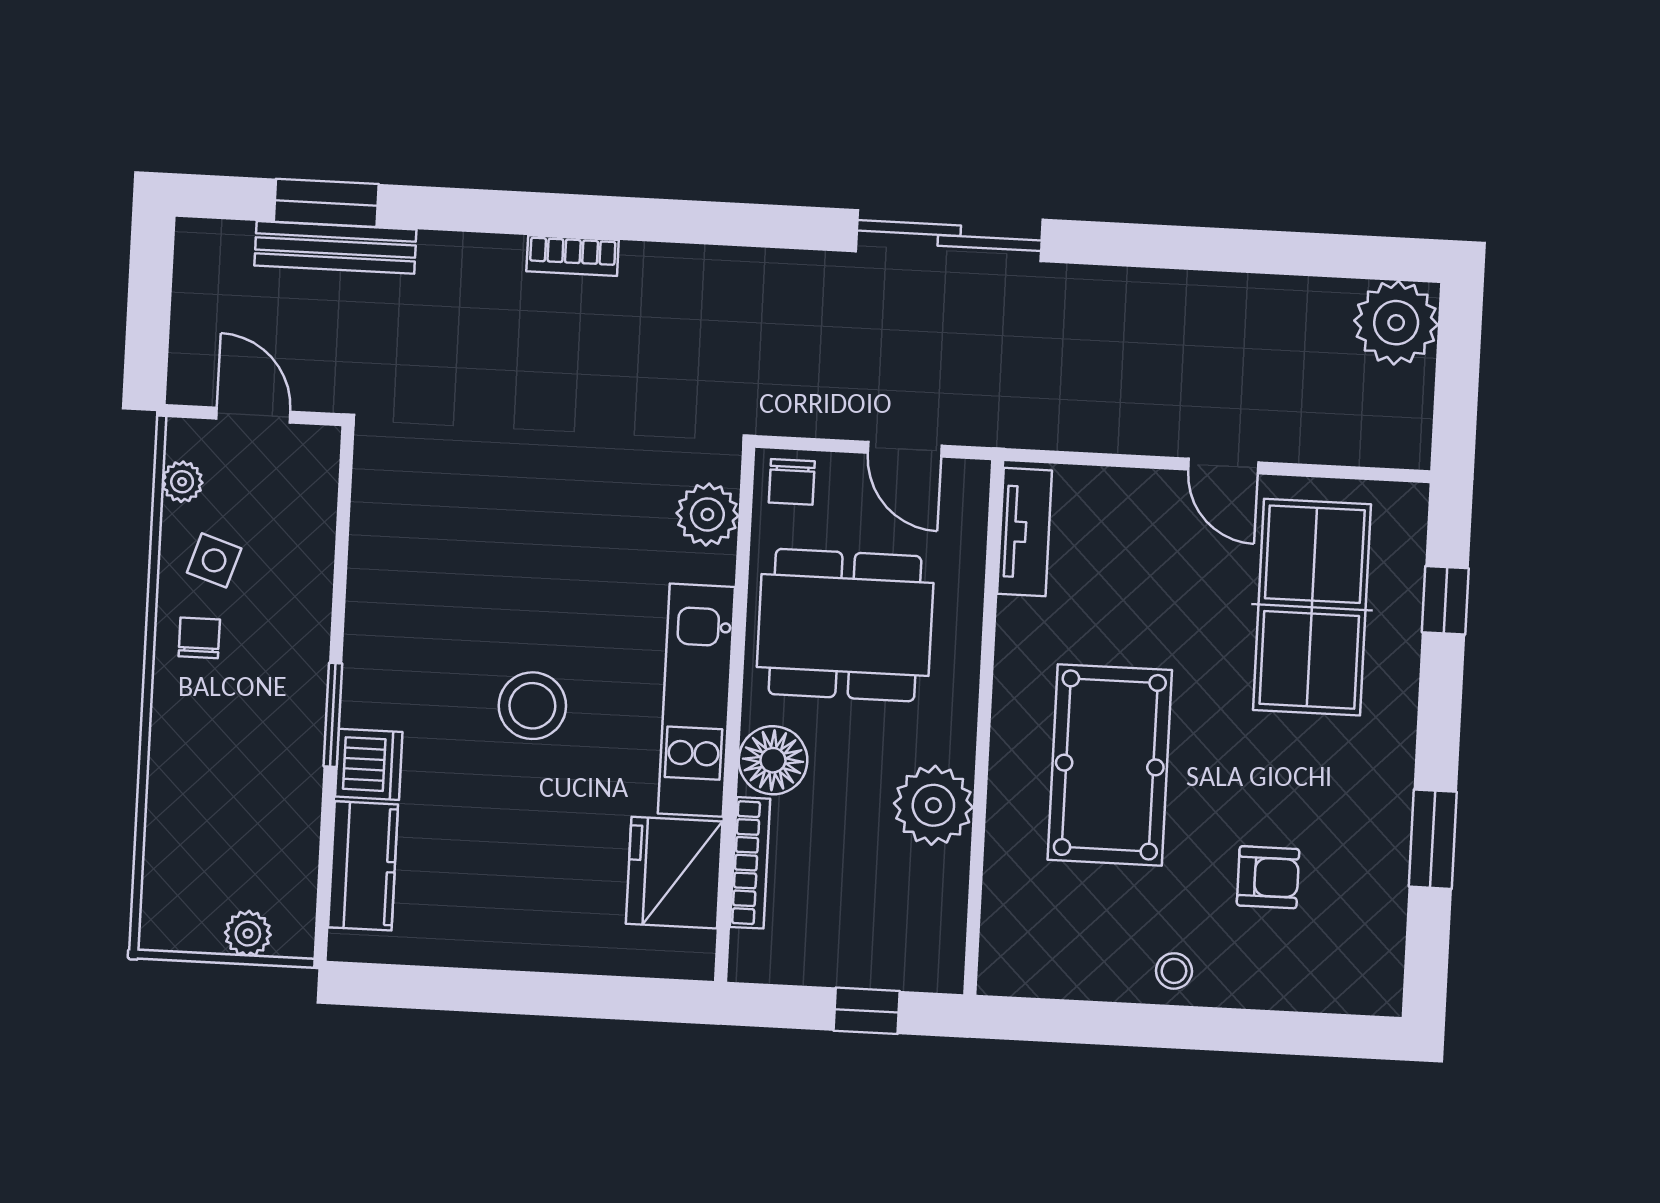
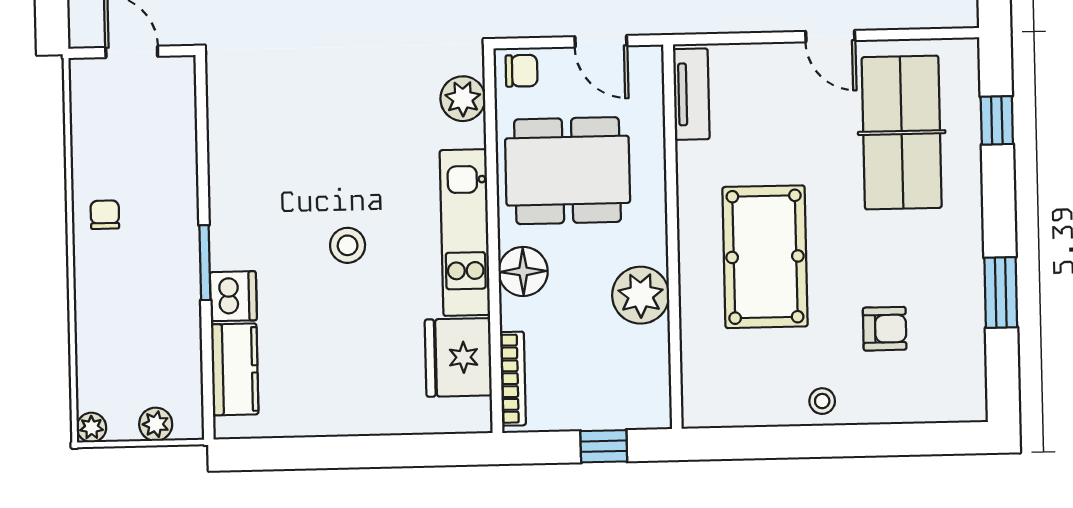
plant: (182, 482) -> (91, 427), moved
chair: (792, 482) -> (522, 71), turned -90
side table: (214, 560) -> (111, 158), removed
stool: (532, 706) -> (348, 245), width x0.73, depth x0.73
bookcase: (750, 863) -> (513, 379), moved

